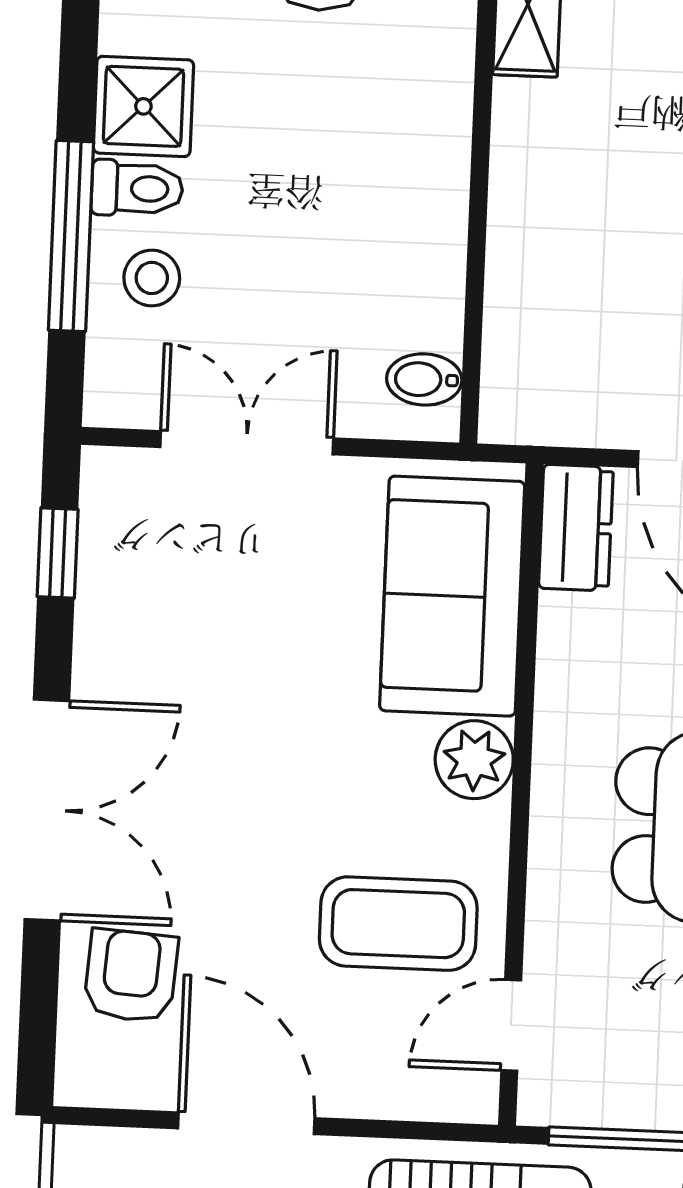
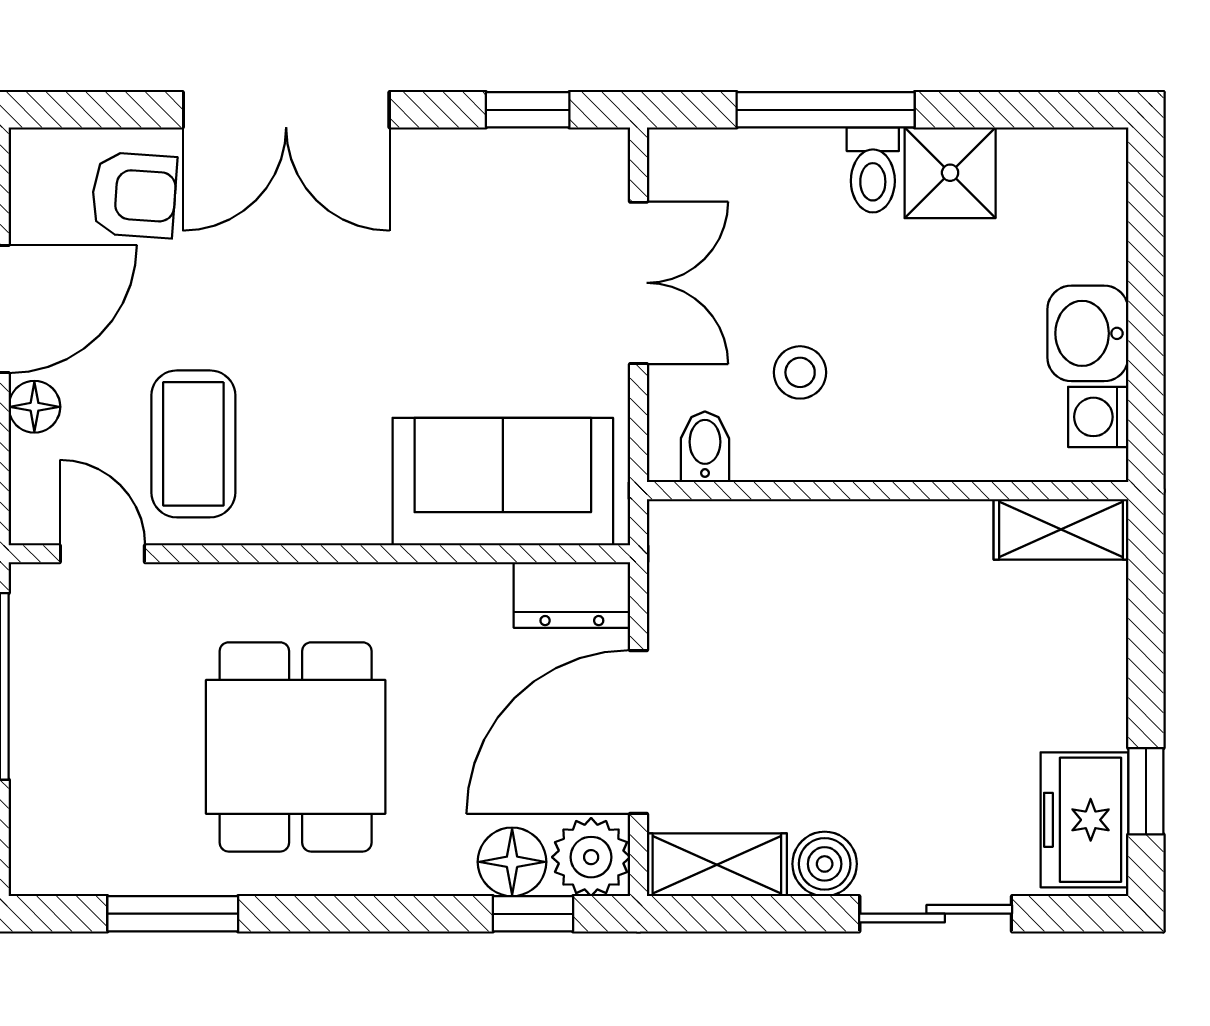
stool: (152, 278) -> (800, 372), moved
plant: (474, 760) -> (350, 509), removed
floor lamp: (352, 1091) -> (34, 407), added

